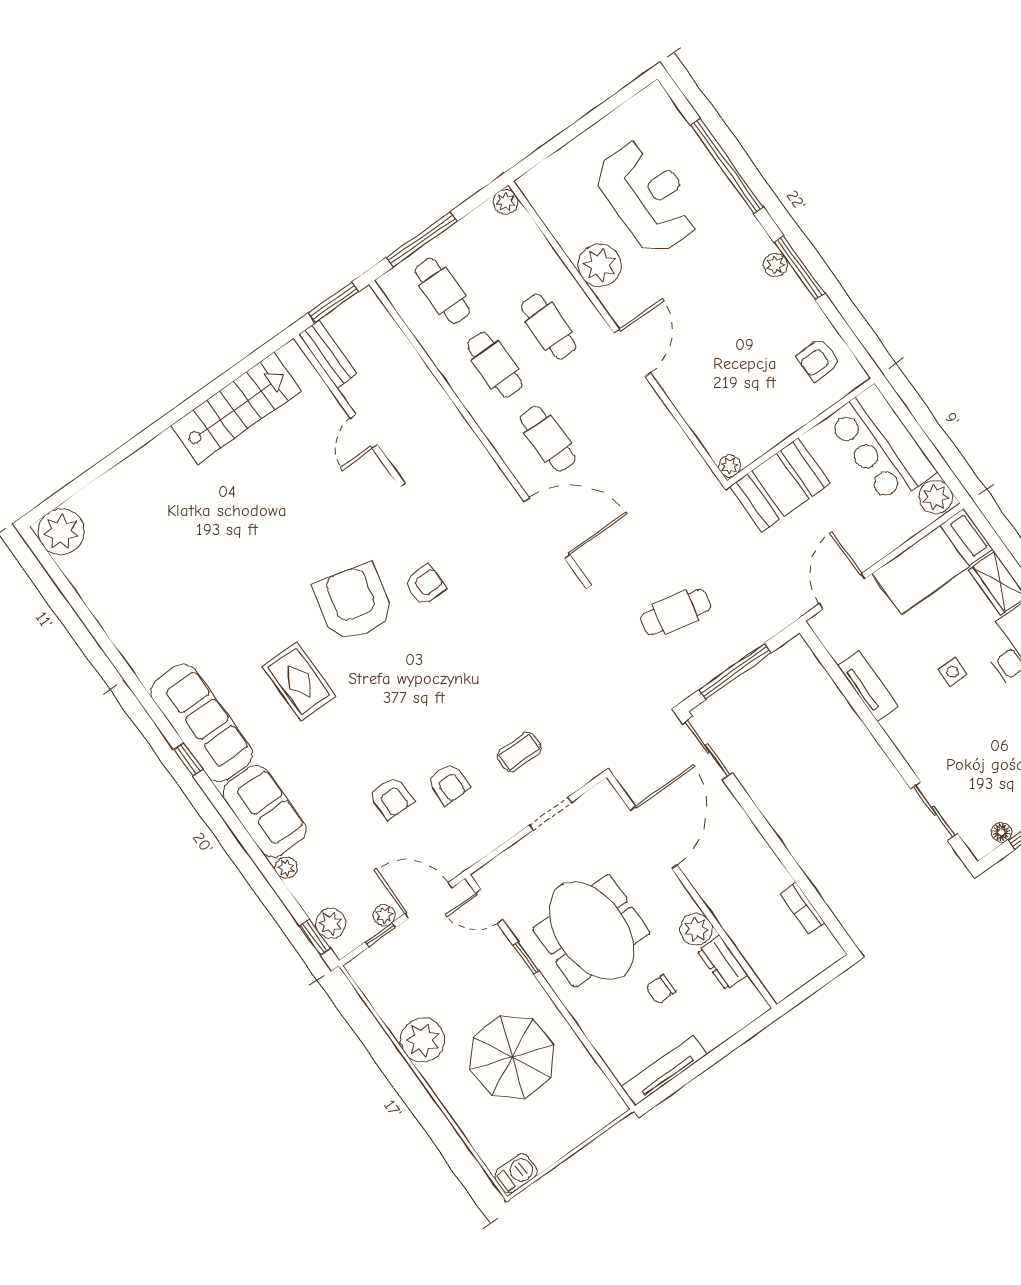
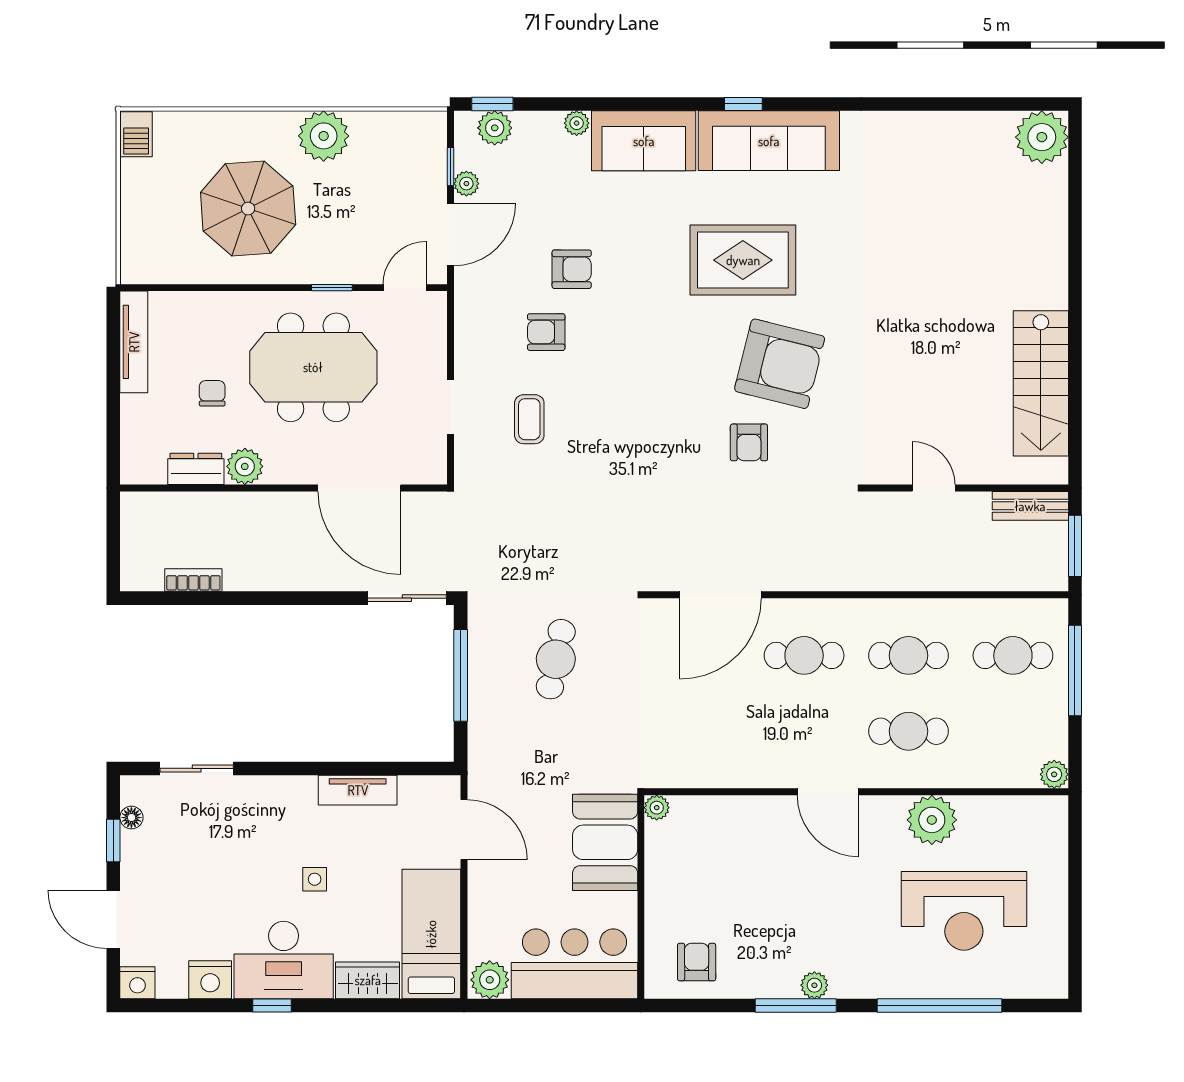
rug: (299, 681) -> (743, 260), width x1.36, depth x1.43
armchair: (392, 798) -> (572, 269), turned 180

